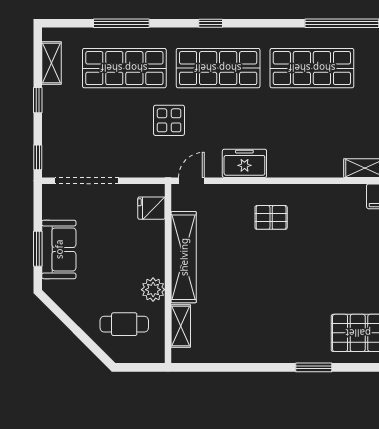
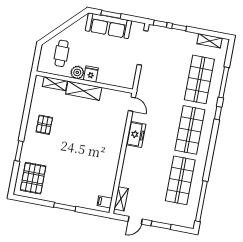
window: (211, 23) -> (218, 113), moved
window: (38, 100) -> (179, 27), moved
display table: (169, 120) -> (167, 98), removed
fridge: (151, 208) -> (91, 74), moved
pallet: (271, 217) -> (44, 125), moved
sofa: (59, 249) -> (108, 26), width x1.36
shelving: (184, 257) -> (84, 91), width x0.68

